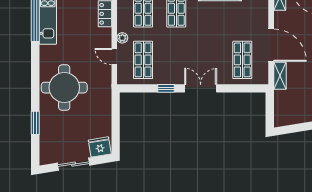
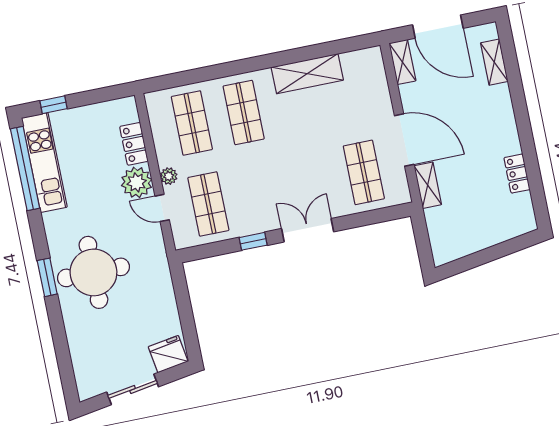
plant: (102, 38) -> (137, 182), added
window: (35, 123) -> (47, 277), moved

